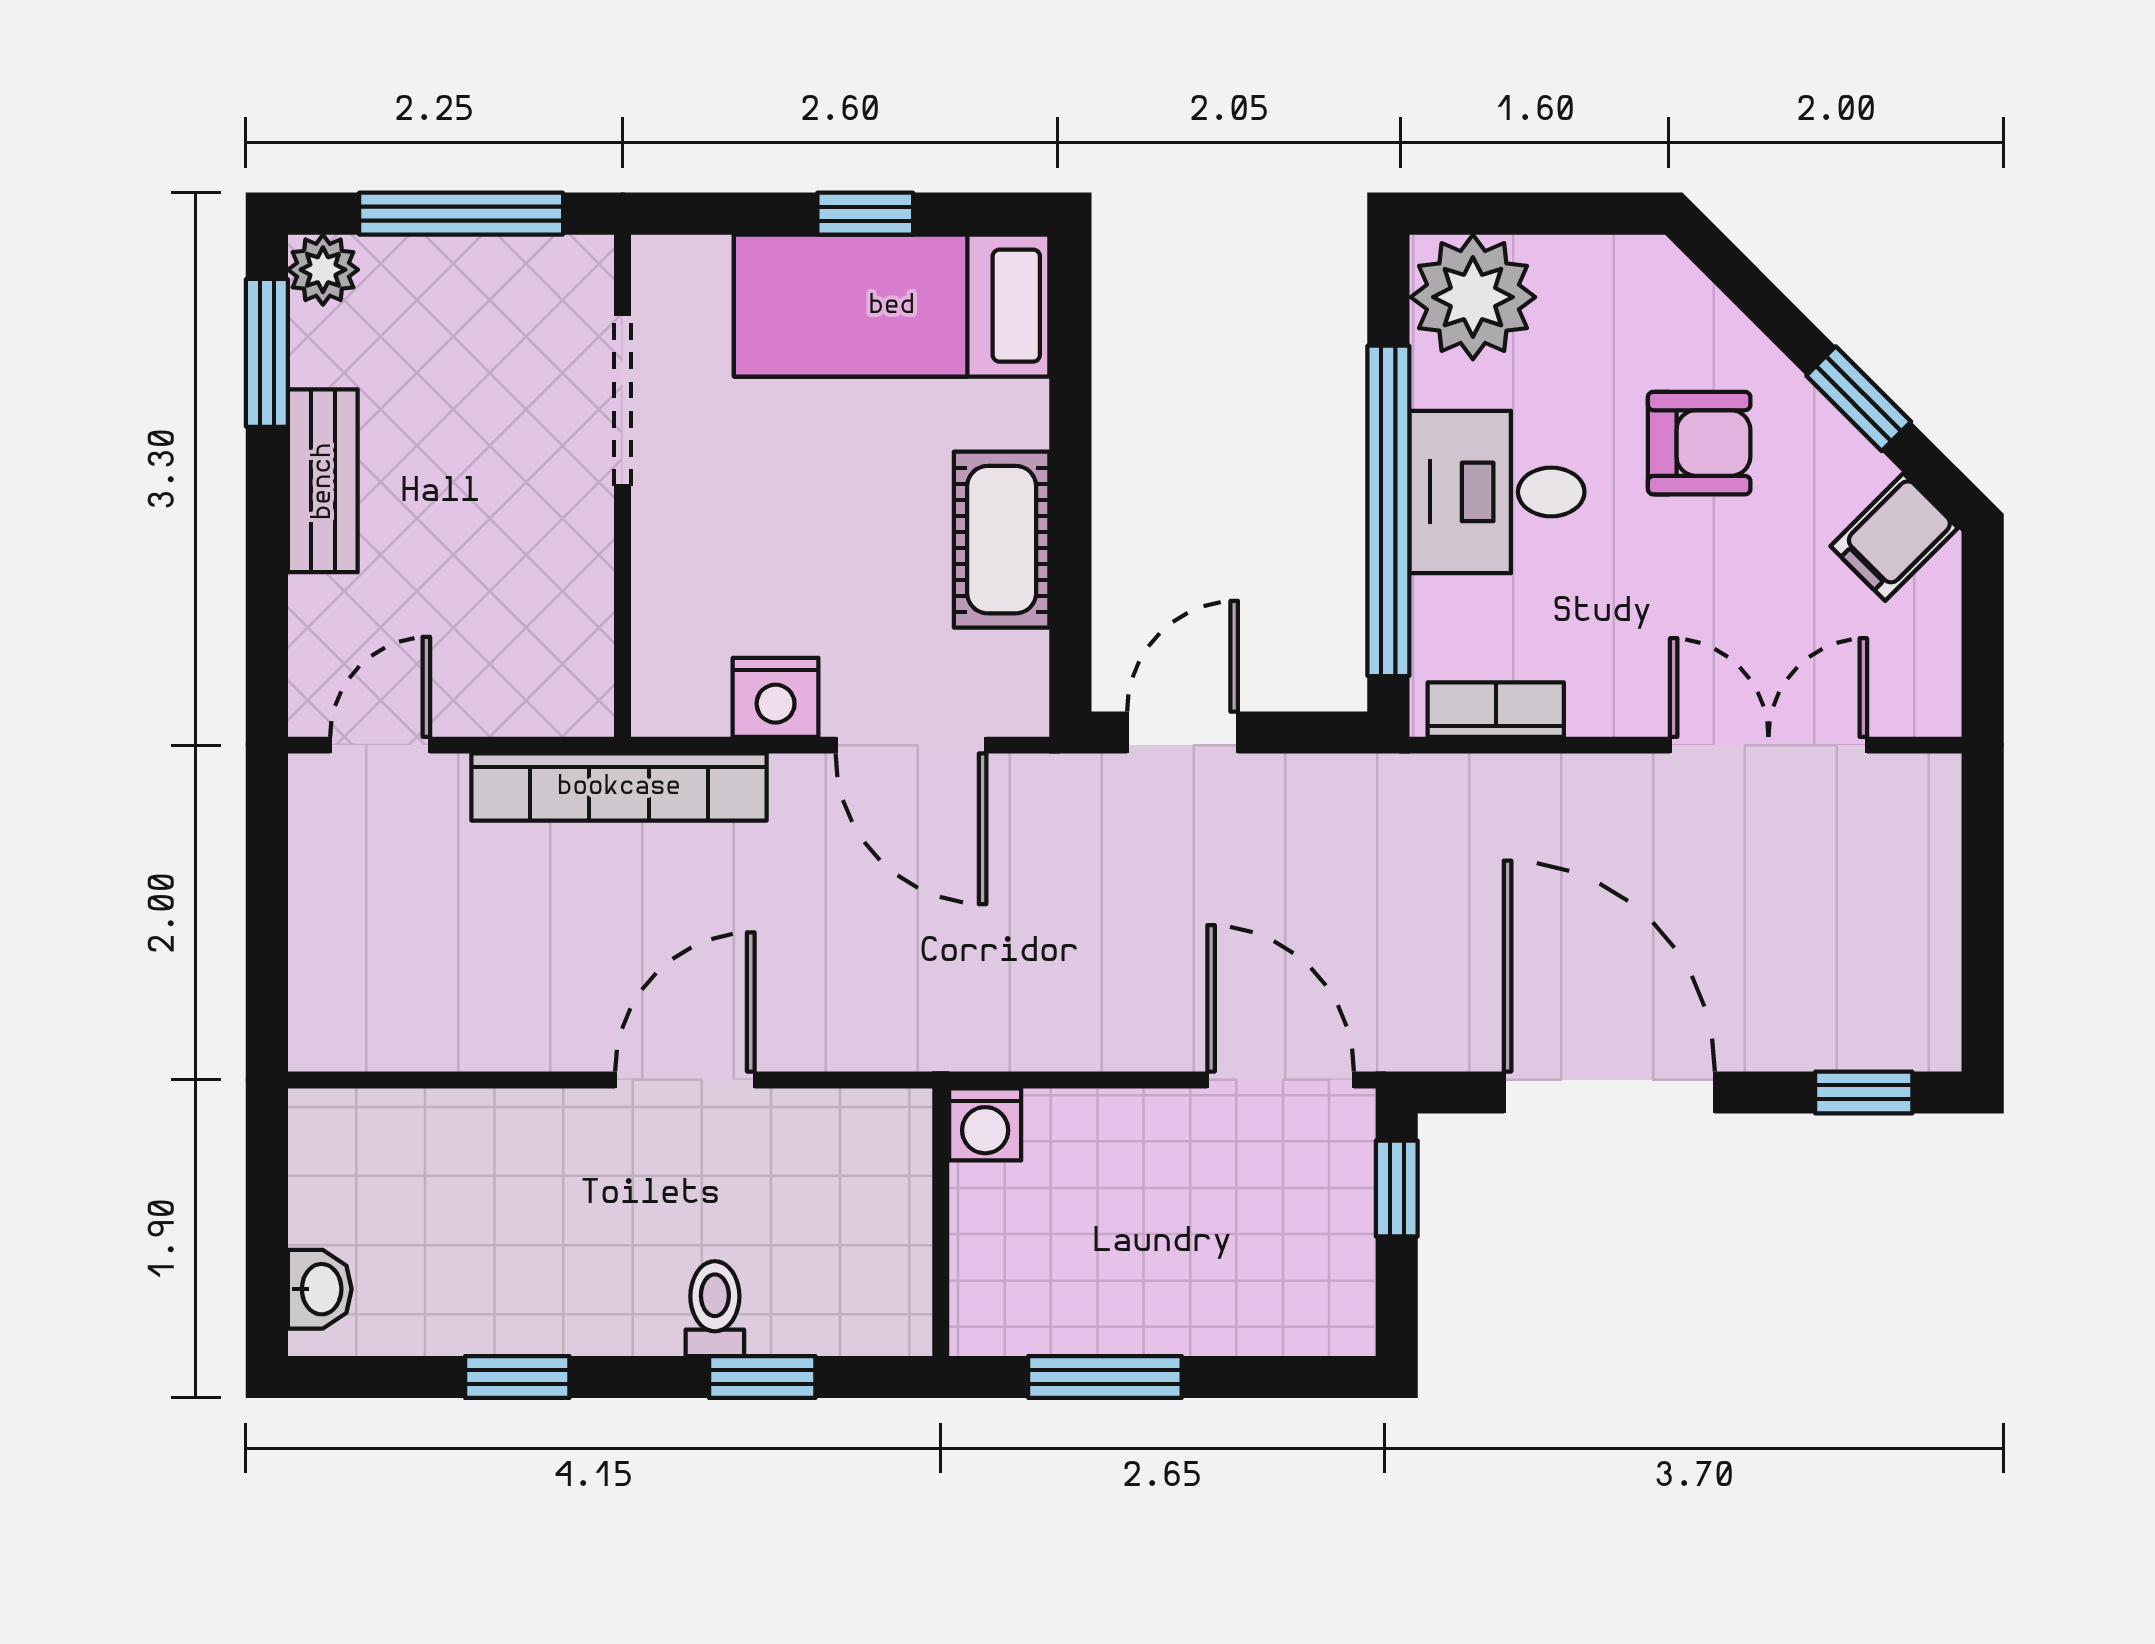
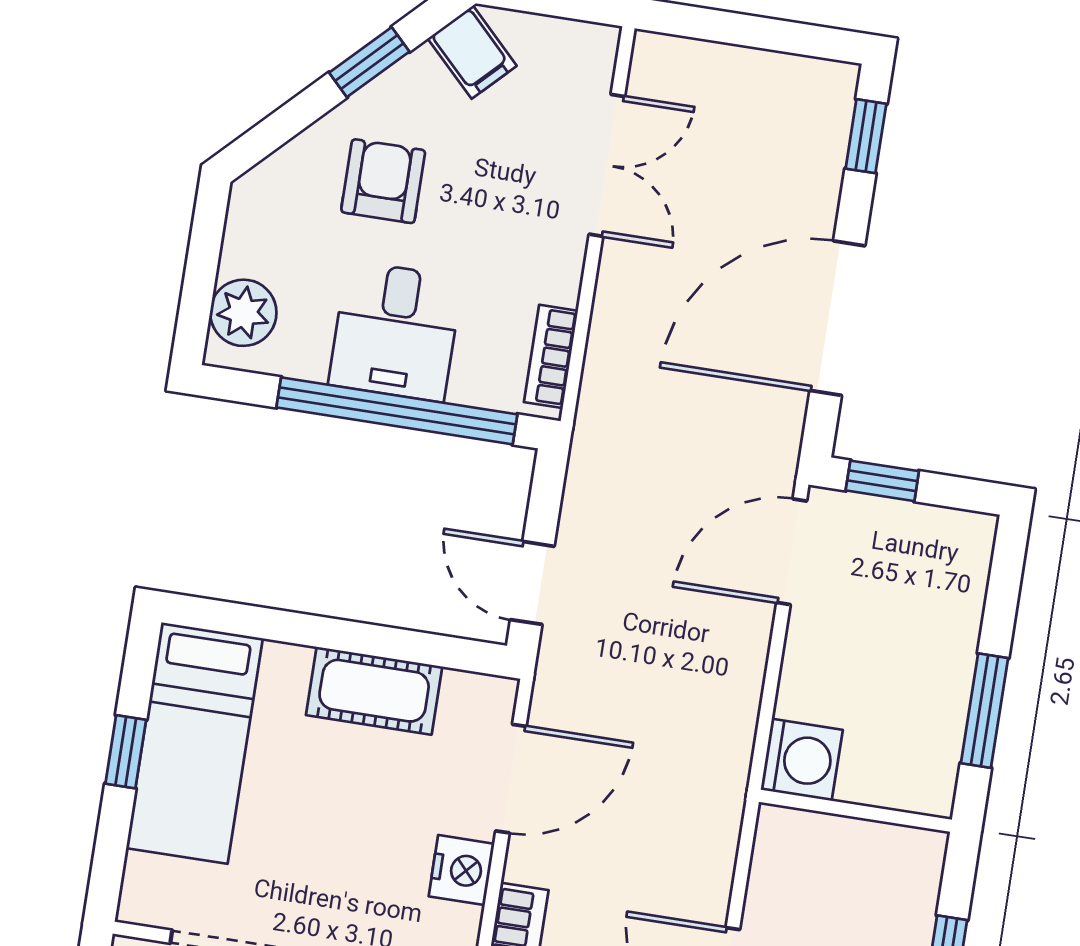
plant: (1473, 297) -> (243, 313), width x0.73, depth x0.73
double door: (1768, 745) -> (607, 165), swing flipped
washing machine: (985, 1124) -> (802, 760), width x1.38, depth x1.38

